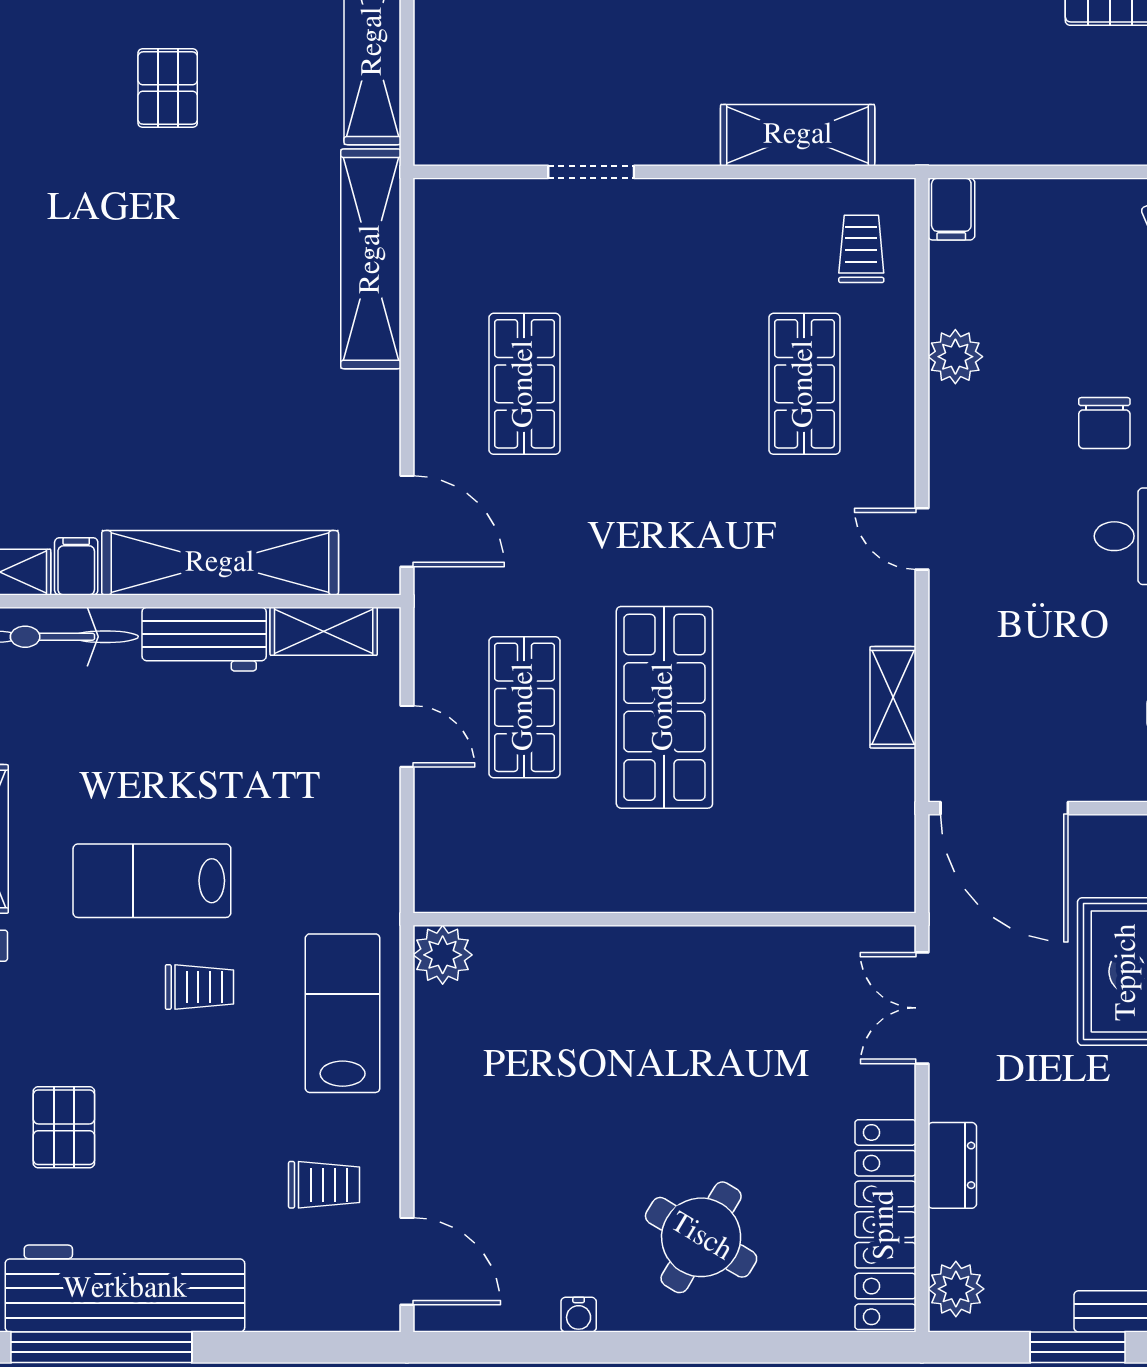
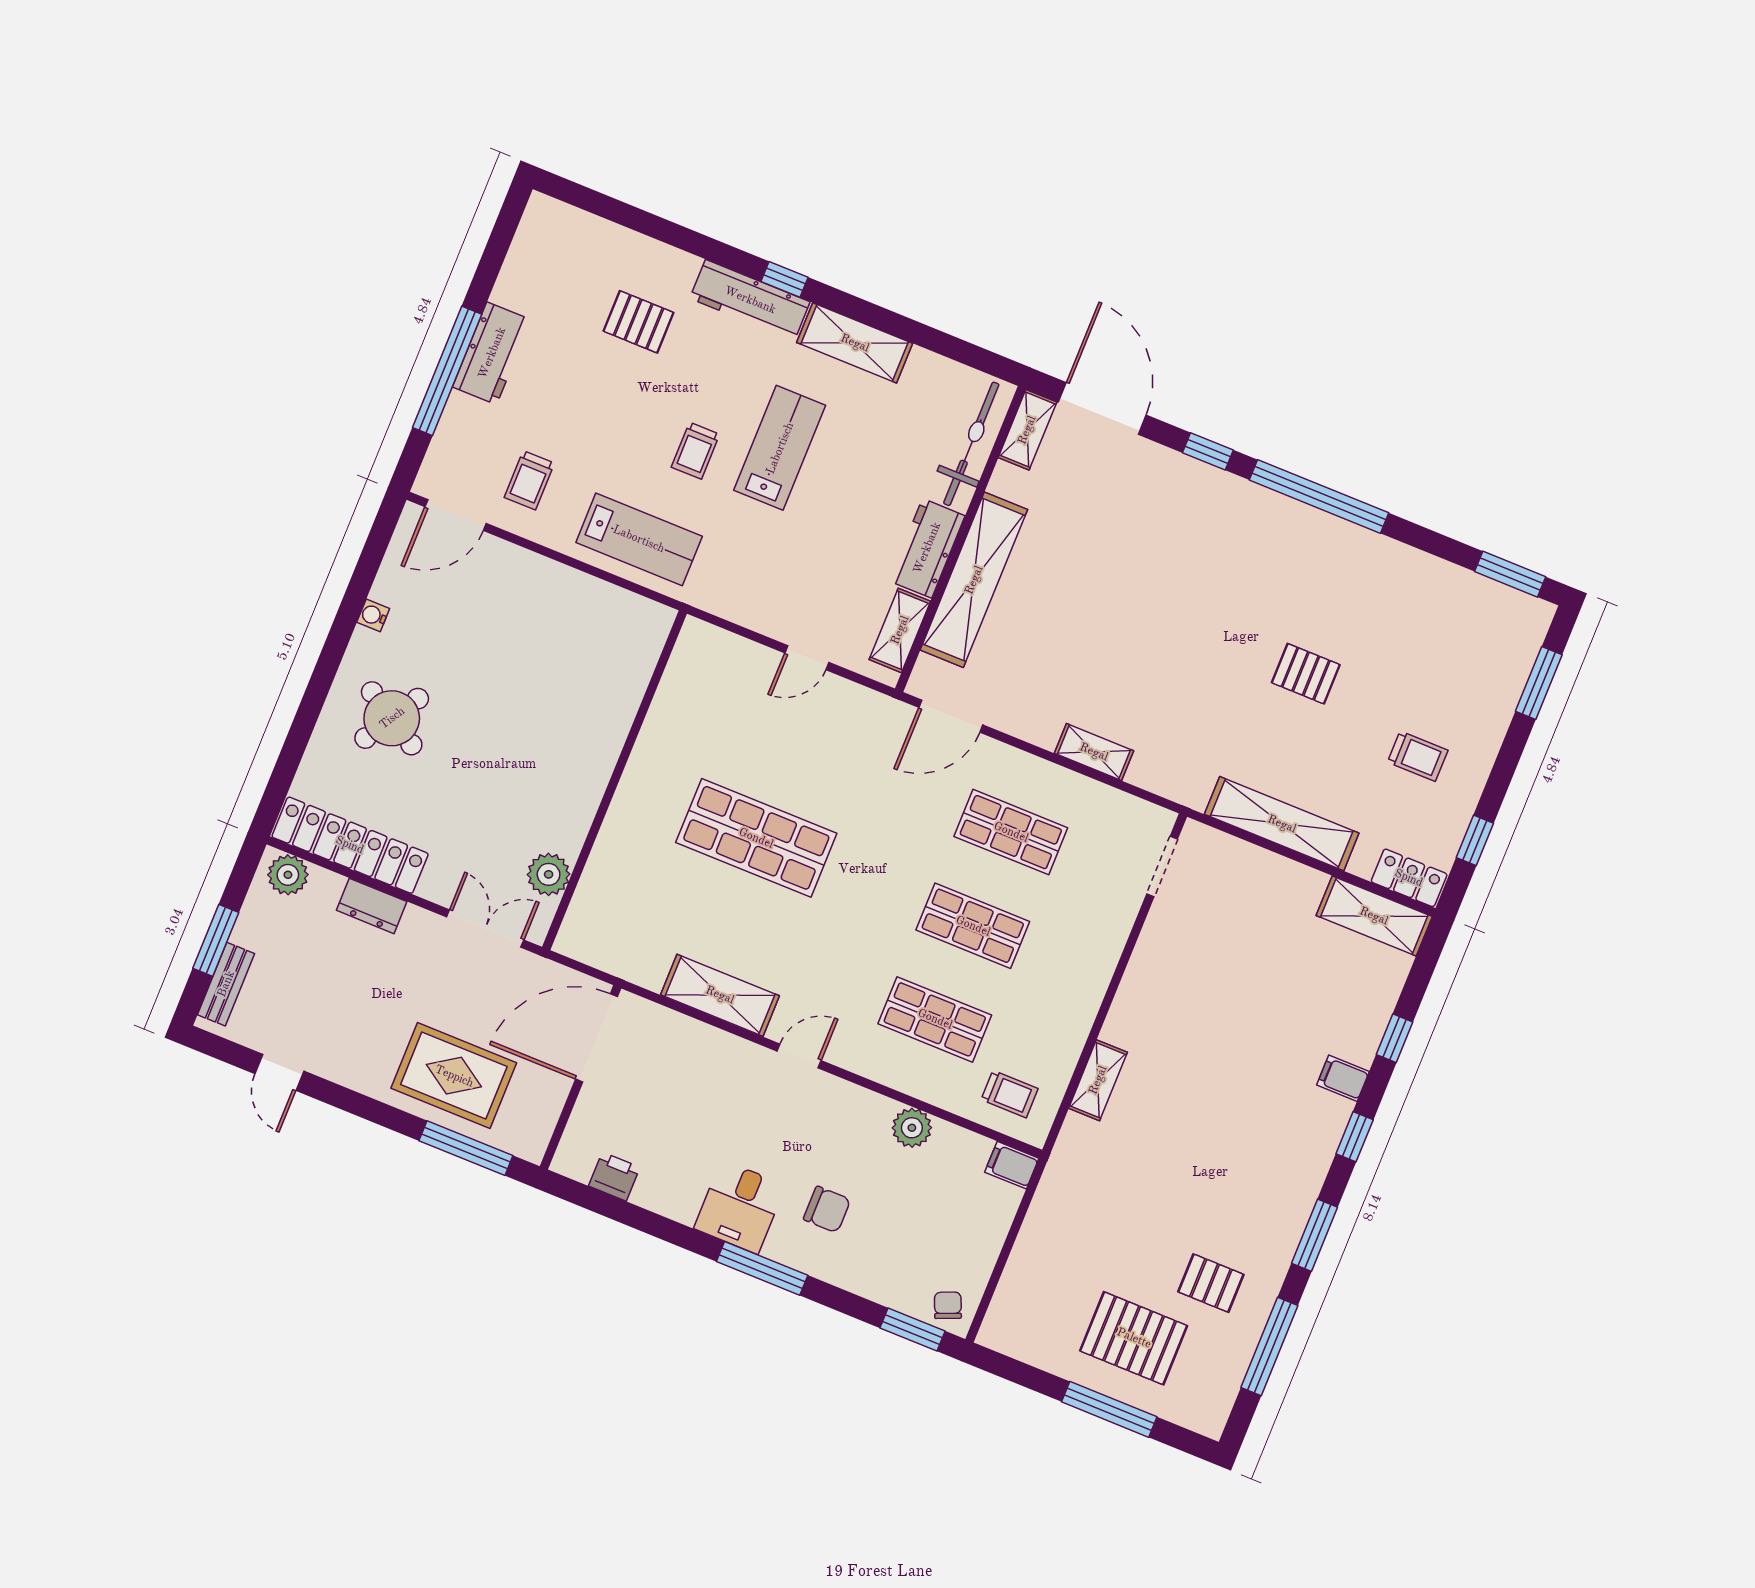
shelving: (798, 135) -> (1098, 1080), width x0.67, depth x0.75
doorway: (591, 172) -> (1162, 866), moved
shelving: (371, 259) -> (1094, 752), width x0.45, depth x0.75
chair: (1104, 423) -> (827, 1209), turned 180
filing cabinet: (76, 566) -> (1010, 483), removed
shelving: (893, 697) -> (720, 995), width x1.50, depth x1.33
shop shelf: (524, 707) -> (973, 926), moved
plant: (443, 955) -> (549, 874), moved
workbench: (125, 1289) -> (492, 353), width x0.53, depth x0.76
window: (101, 1347) -> (447, 371), moved

